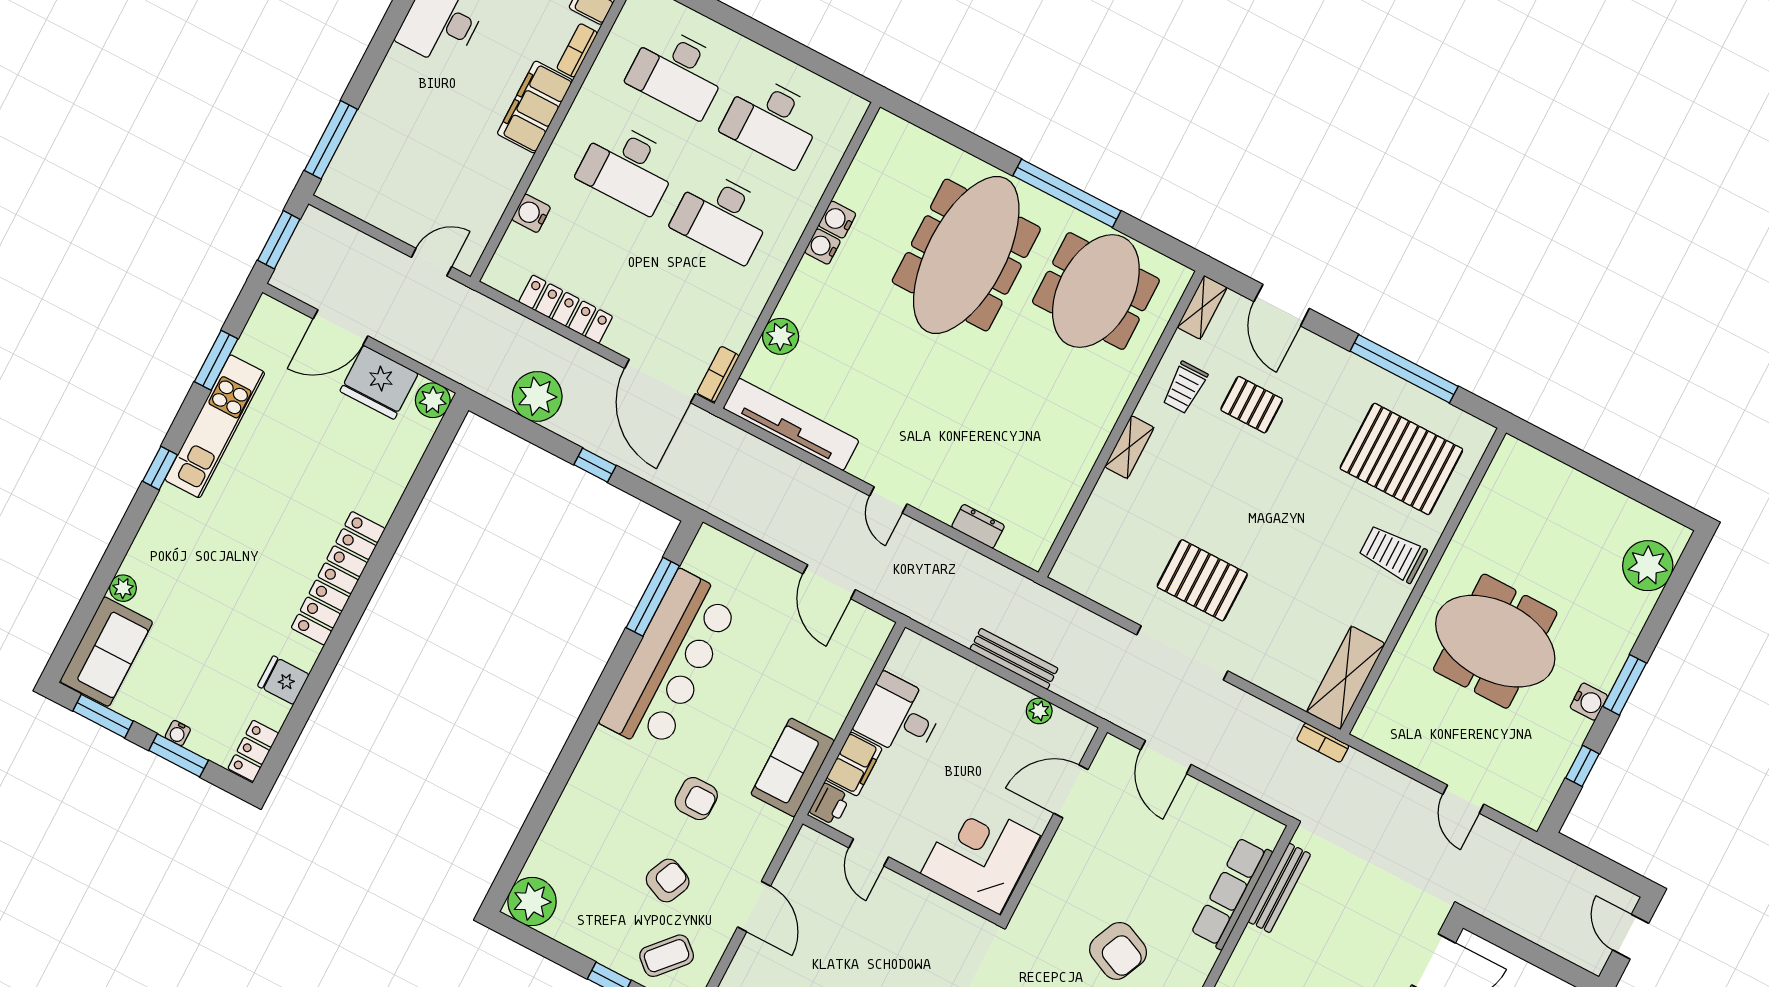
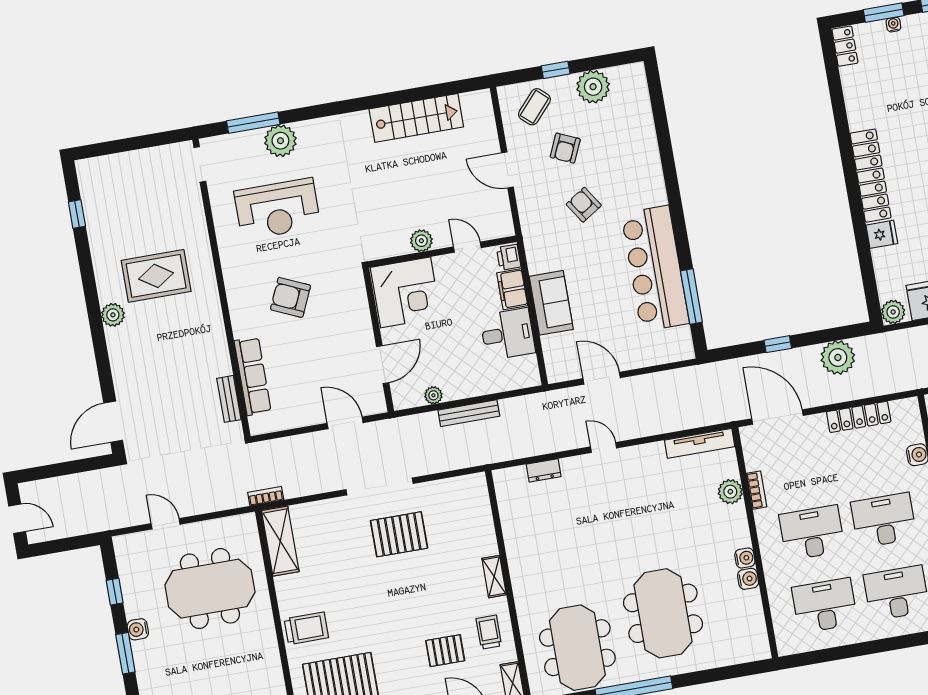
meeting table: (966, 255) -> (663, 613), width x0.73
bookcase: (718, 374) -> (757, 490), moved
tv unit: (791, 424) -> (700, 443), width x0.73, depth x0.78
meeting table: (1495, 641) -> (210, 589), moved
fridge: (283, 680) -> (882, 234), moved
sofa: (793, 767) -> (551, 303), moved
armchair: (696, 799) -> (584, 205), turned 57
bench: (1279, 888) -> (229, 399), width x0.73
plant: (916, 901) -> (421, 241), added
plant: (532, 902) -> (593, 87), moved

